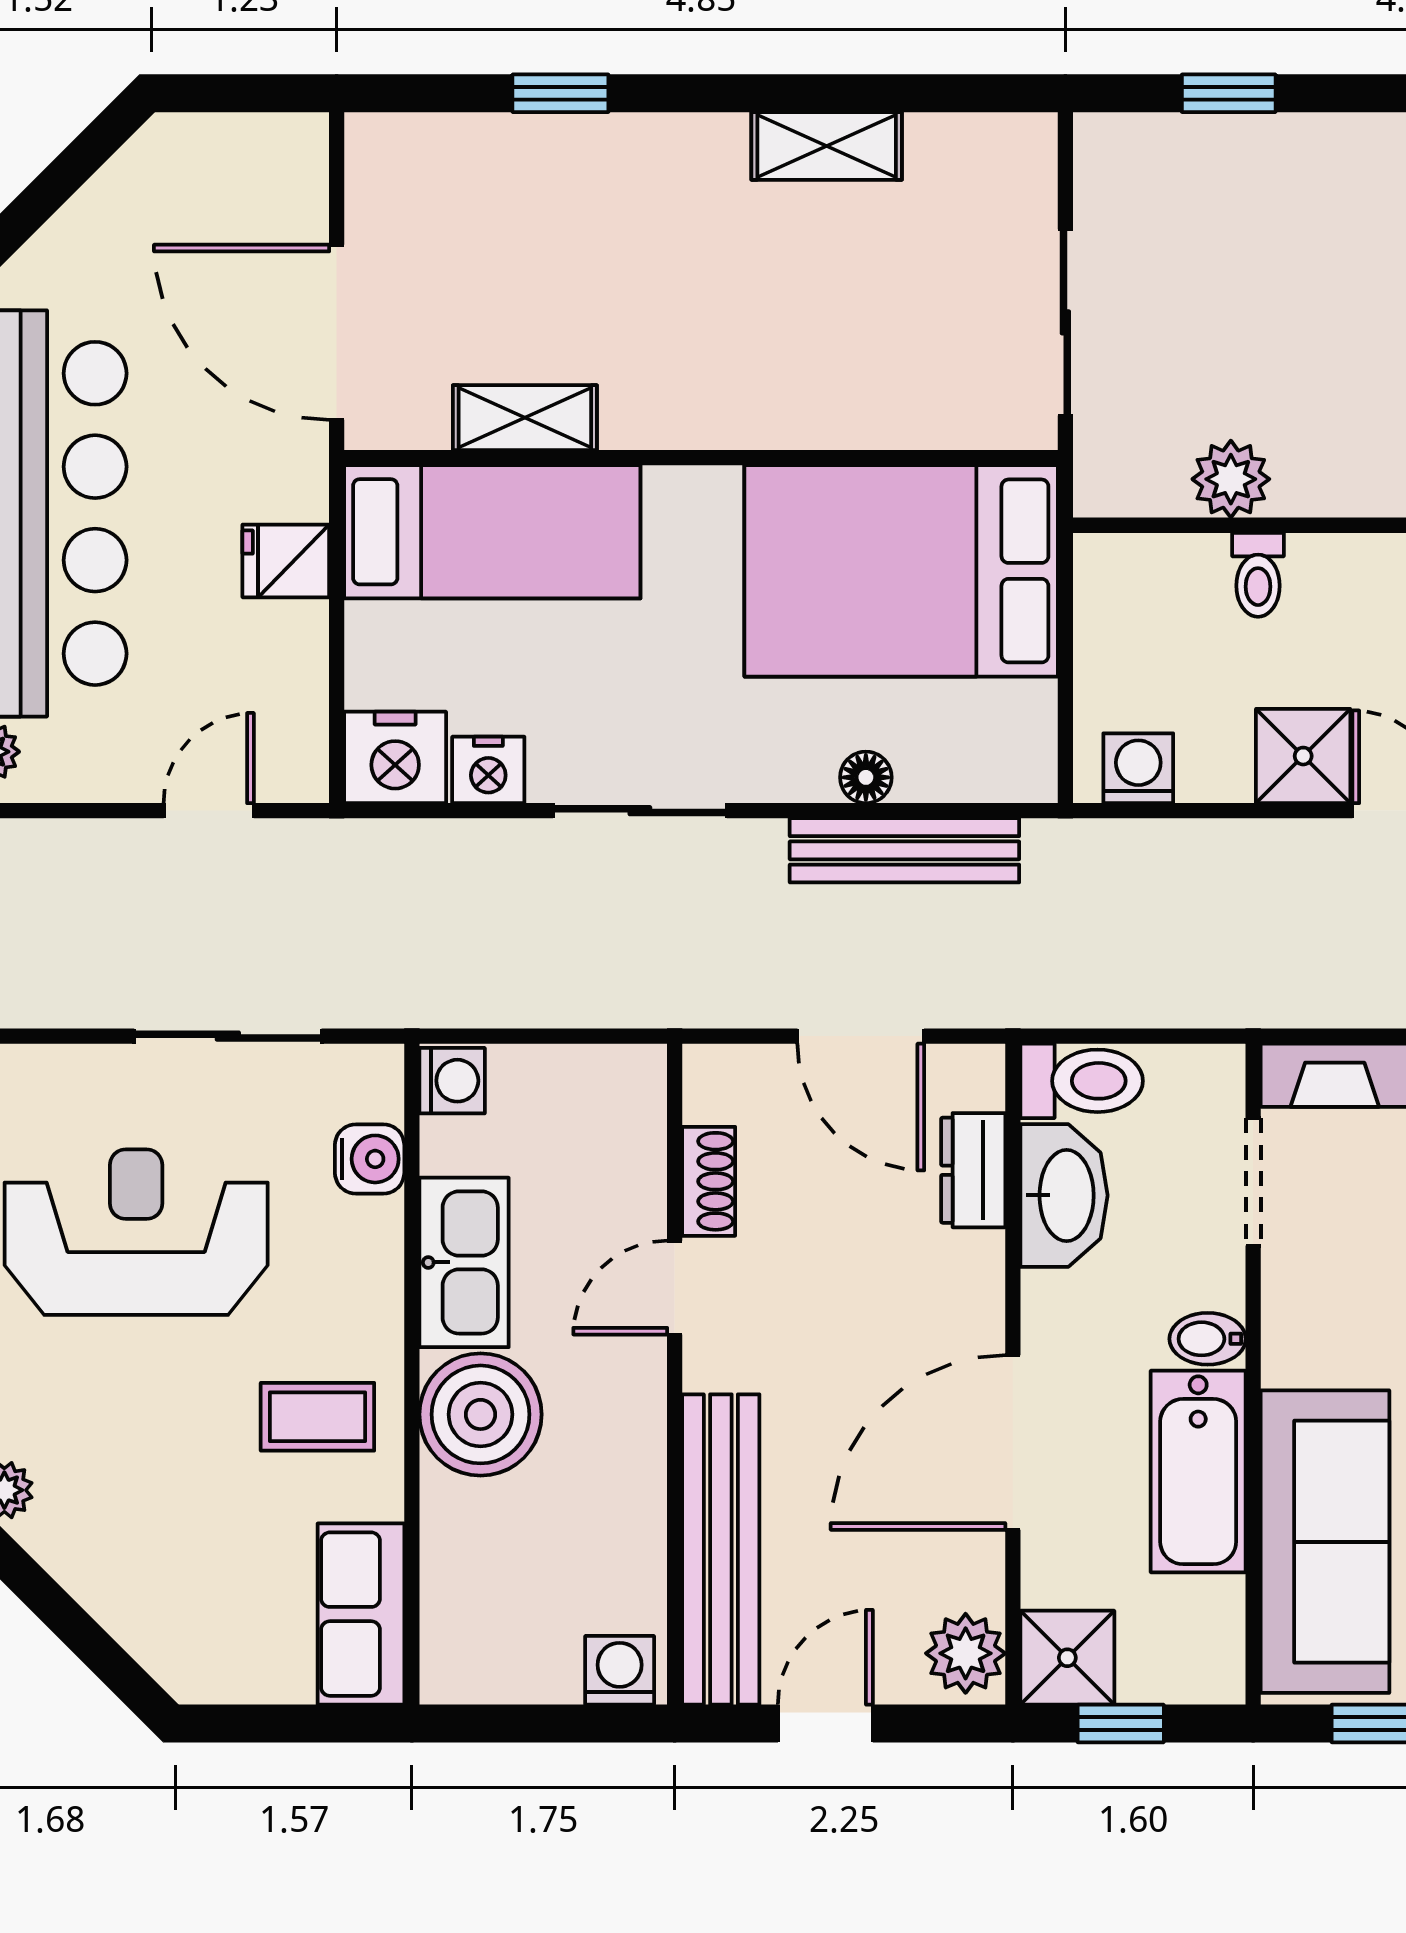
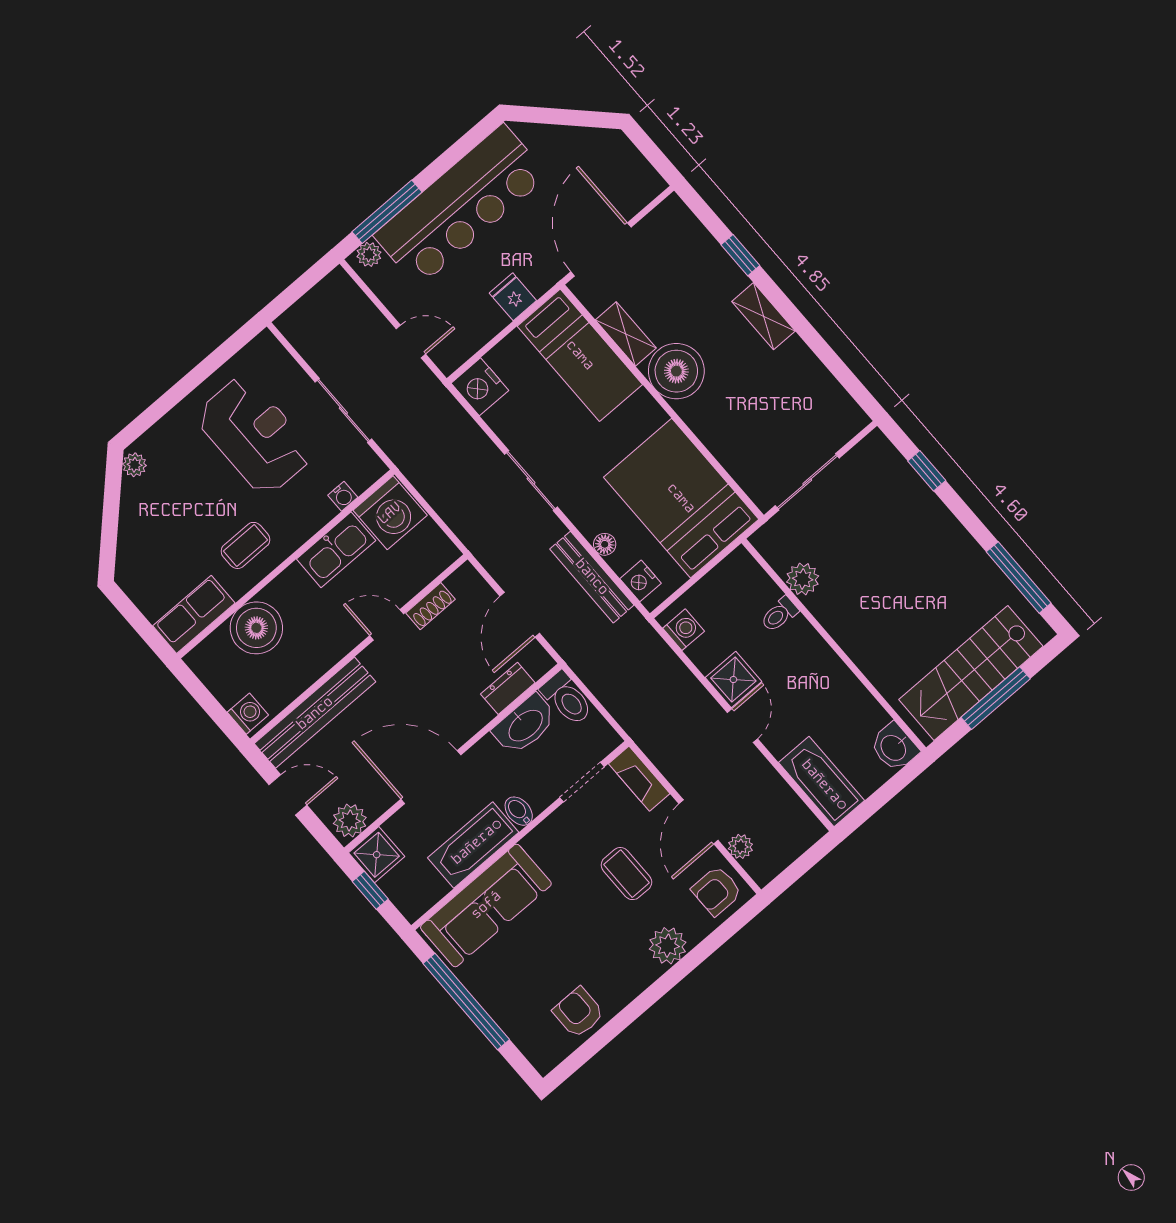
shelving: (827, 146) -> (764, 316), moved
boiler: (668, 385) -> (676, 371), added
nightstand: (488, 770) -> (640, 581), moved
washing machine: (452, 1081) -> (390, 513), width x1.89, depth x1.89
water cooler: (370, 1159) -> (343, 496), width x0.72, depth x0.72
boiler: (481, 1414) -> (256, 628), moved
coffee table: (317, 1417) -> (245, 545), turned 90

